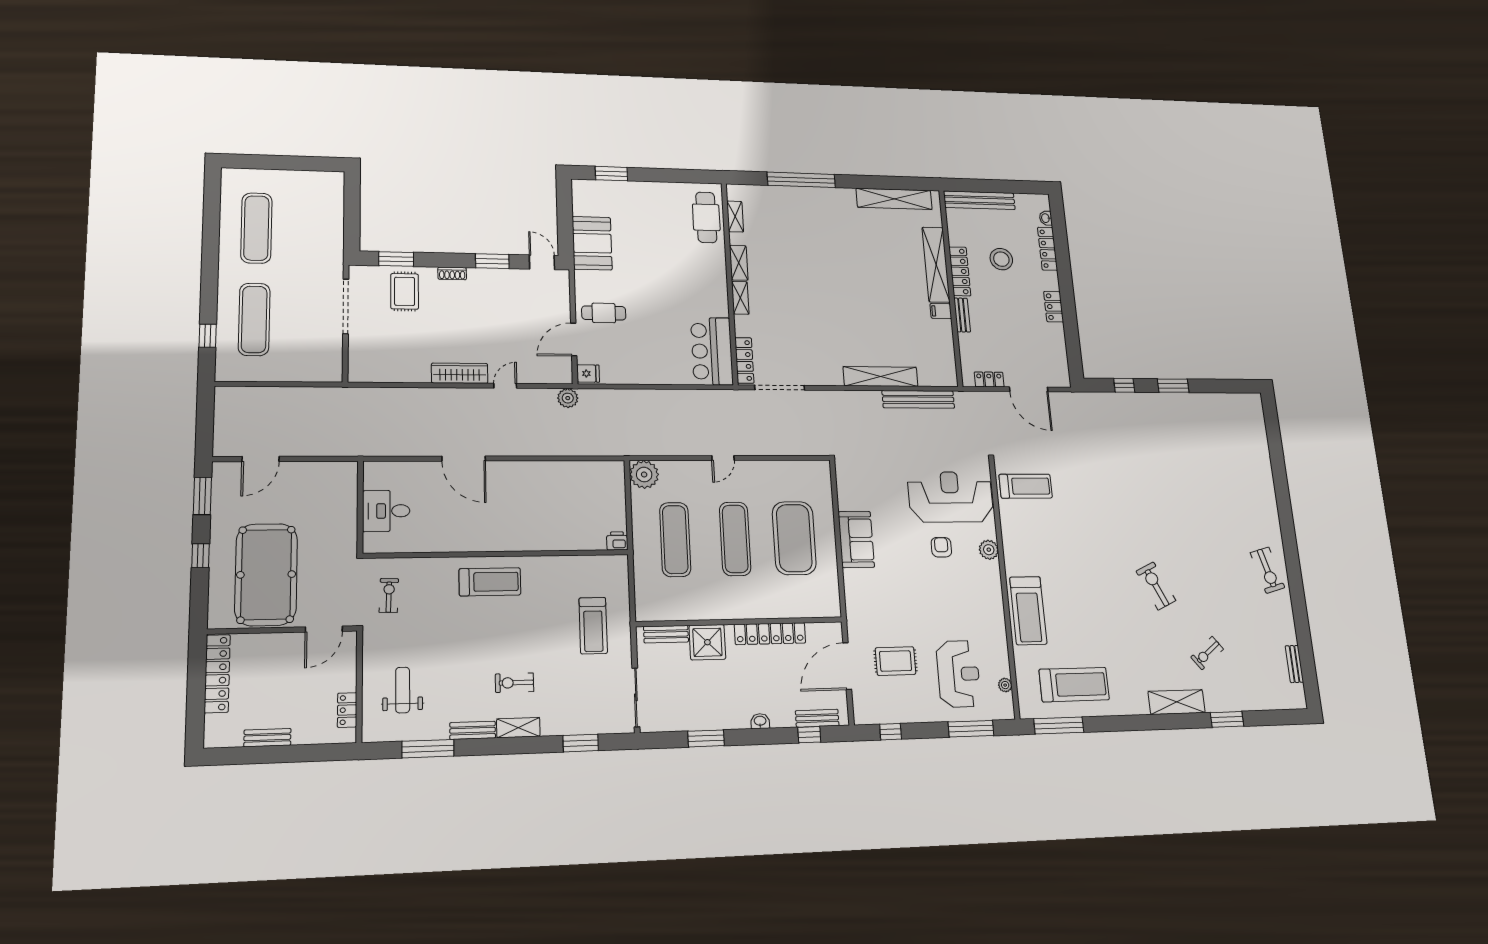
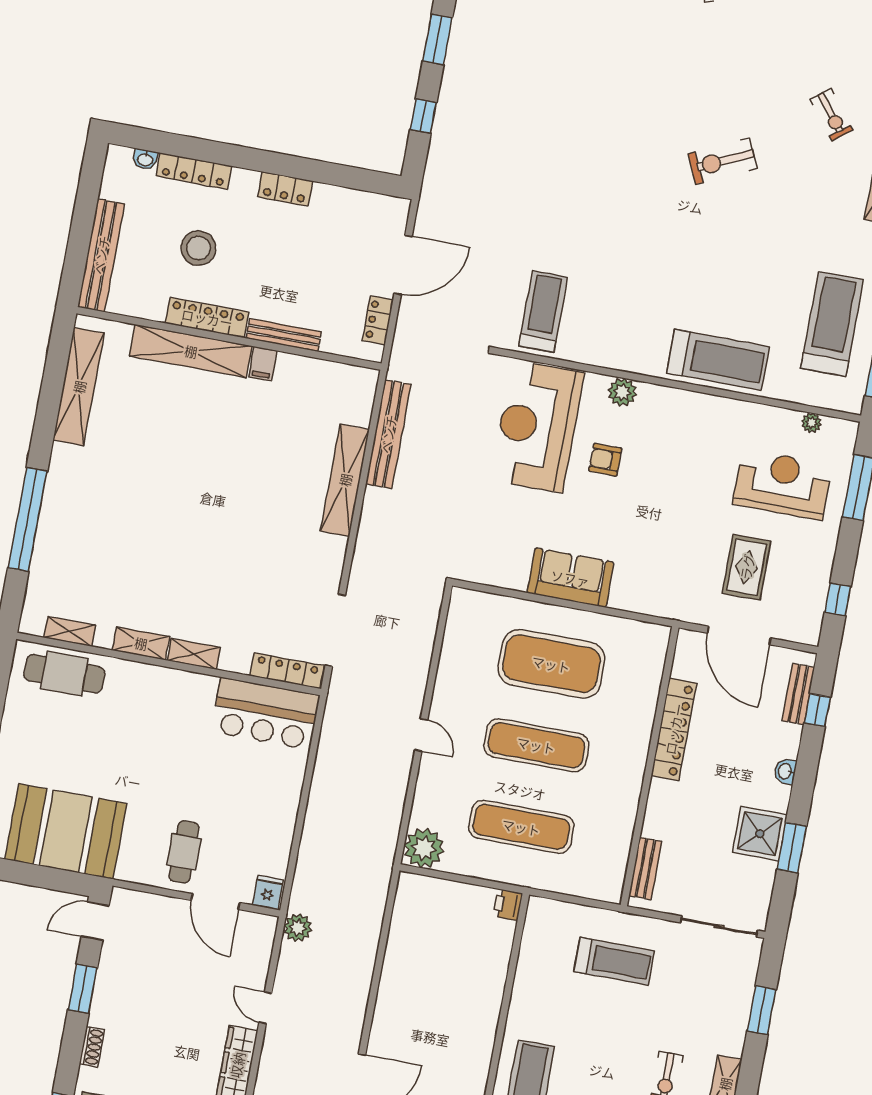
booth: (592, 243) -> (66, 831), width x1.36, depth x1.42
bench: (962, 315) -> (284, 335), width x1.36
shower: (707, 642) -> (760, 834), moved

